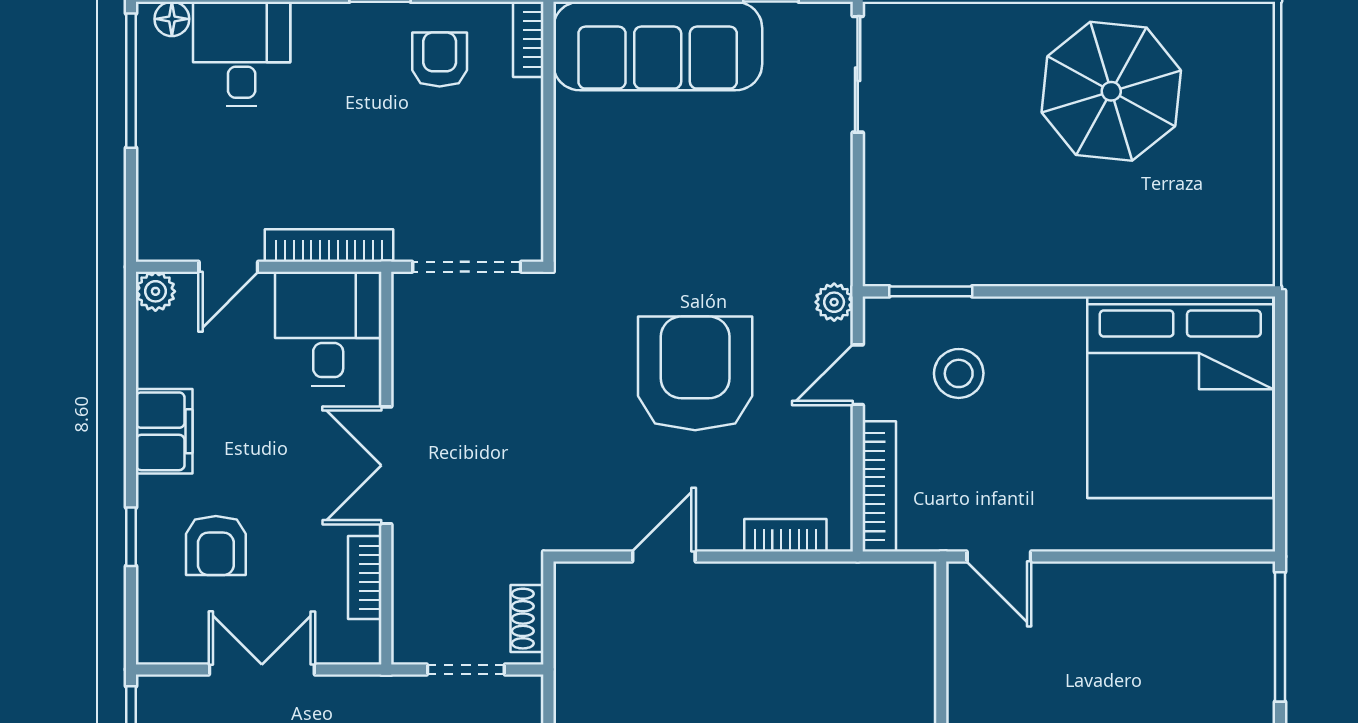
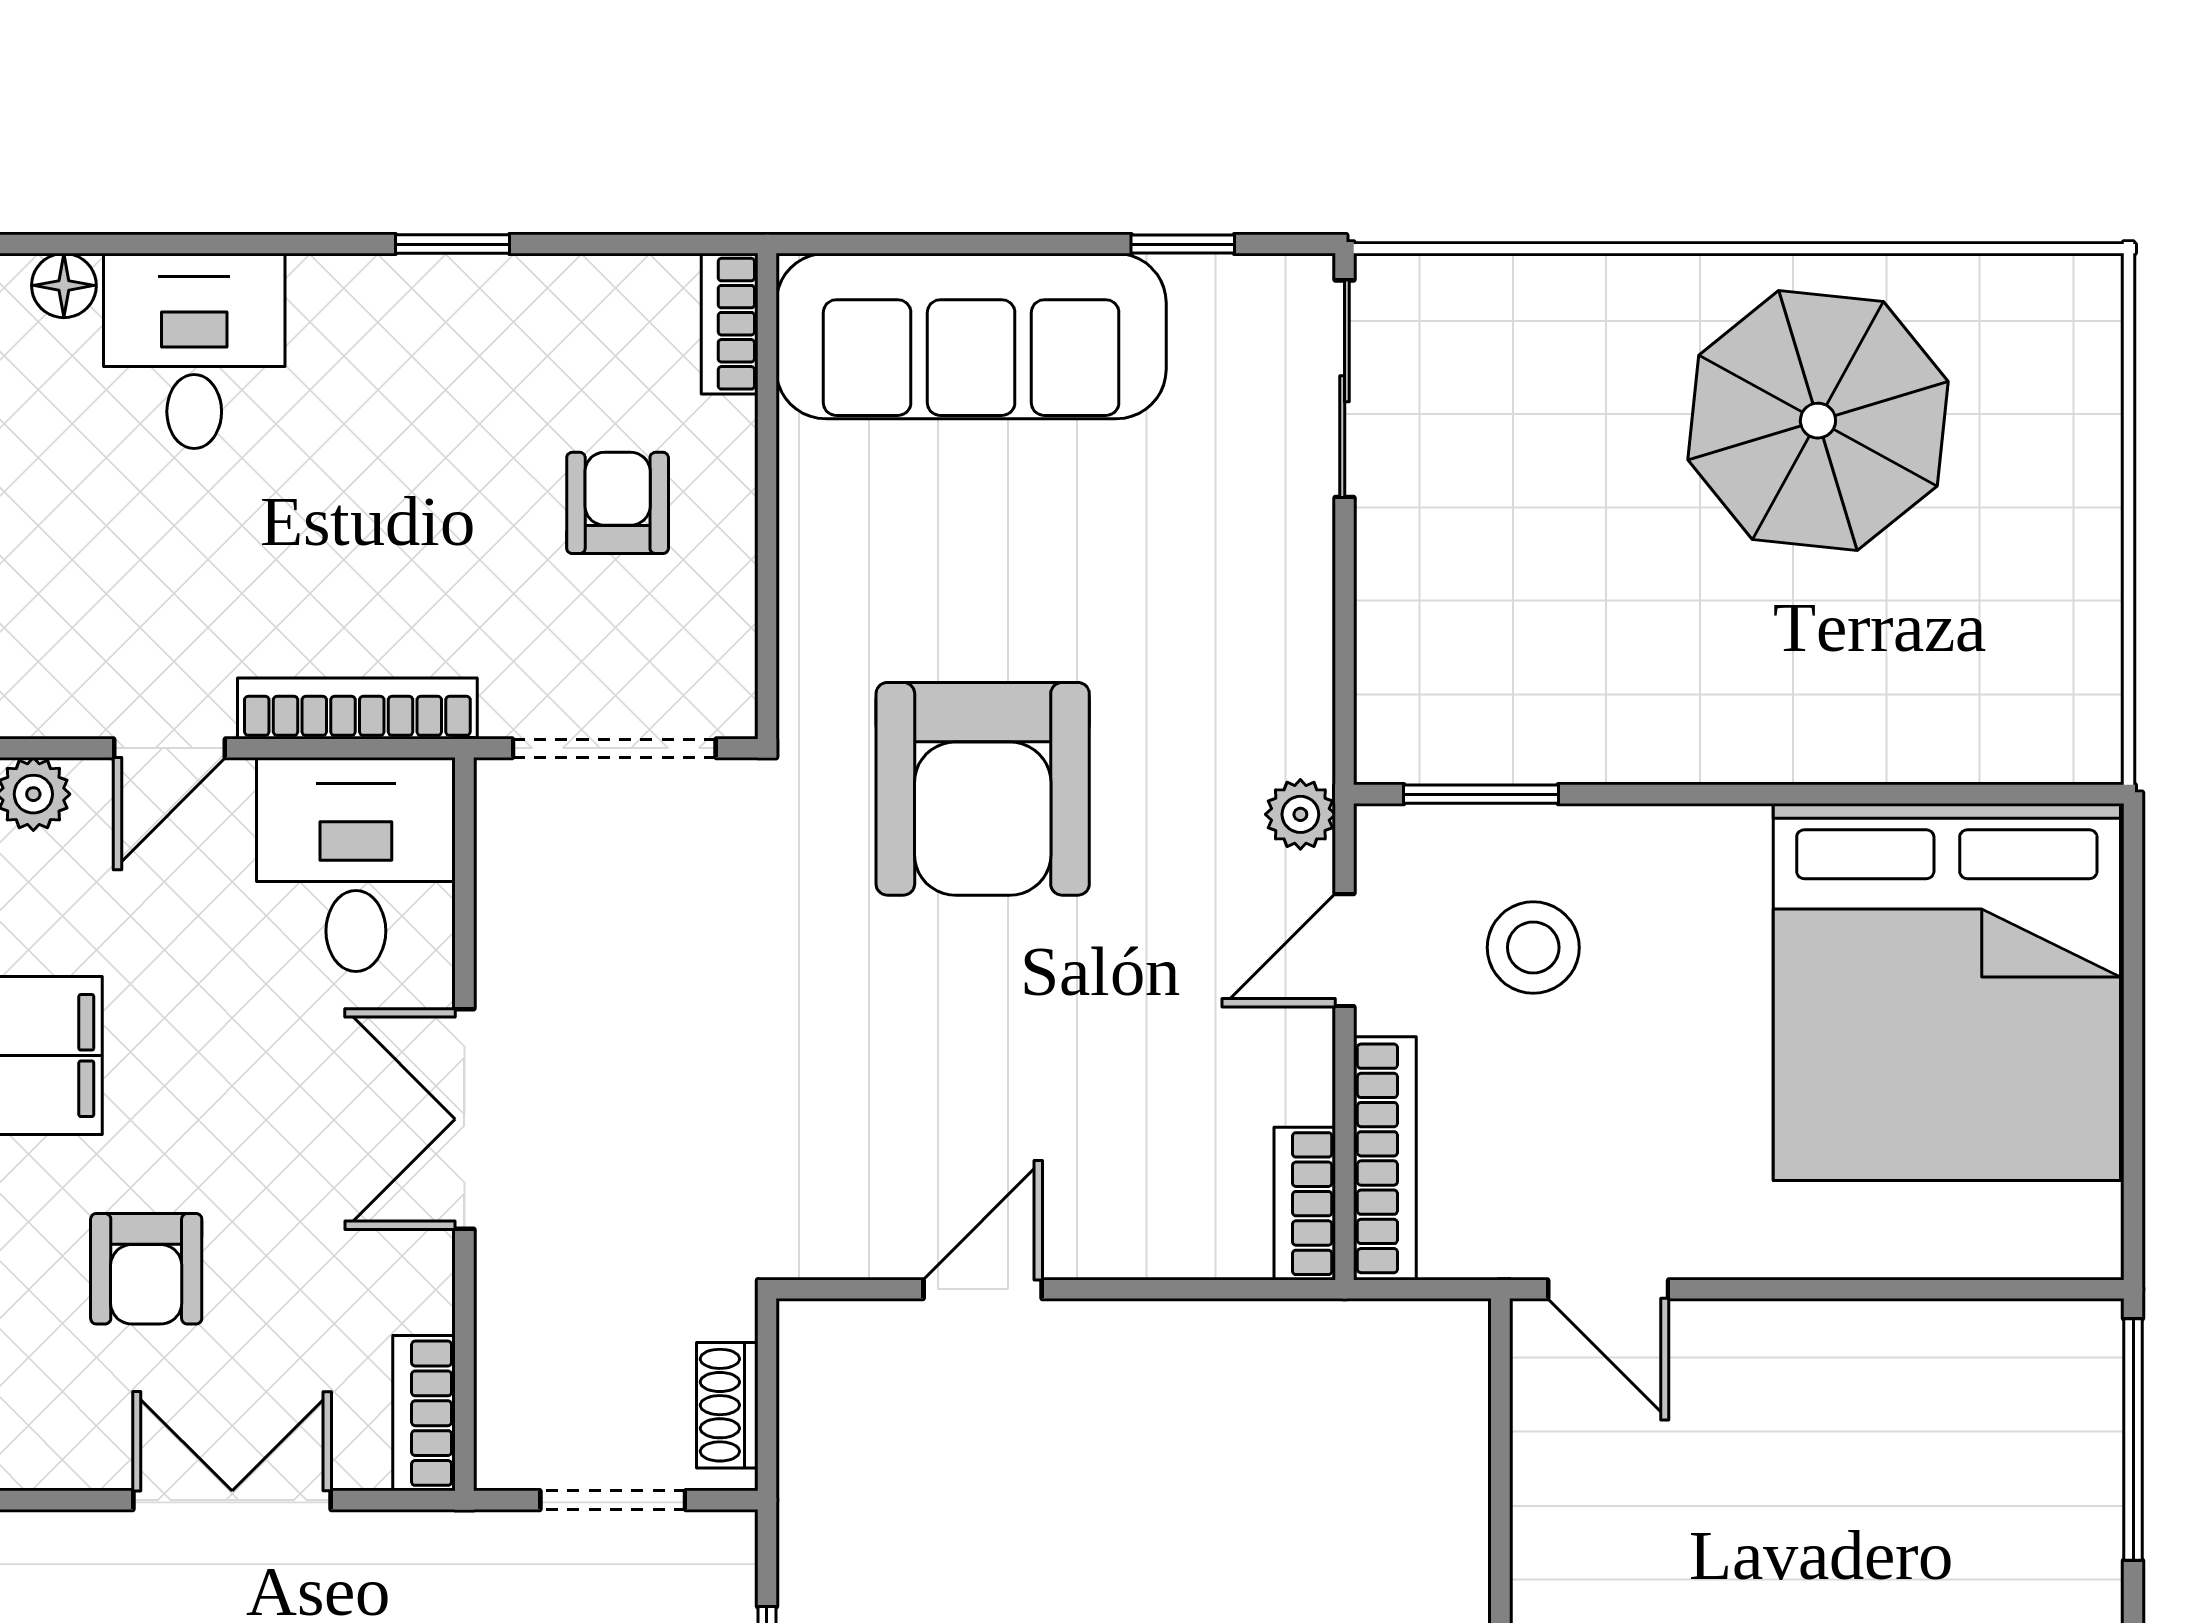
armchair: (440, 59) -> (618, 503), moved
armchair: (695, 373) -> (983, 789), moved, turned 180
bookcase: (785, 535) -> (1305, 1204), moved, turned -90
bookcase: (365, 578) -> (424, 1413), moved

